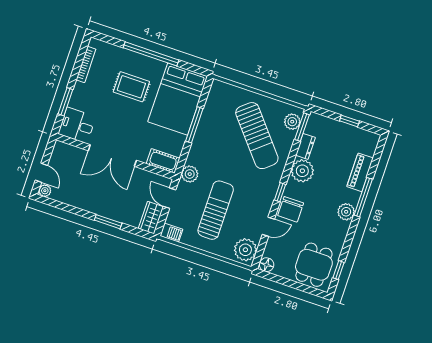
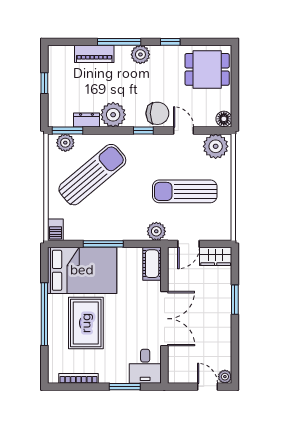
rug: (131, 87) -> (86, 323), width x1.36, depth x1.43
door: (41, 173) -> (207, 387), hinge flipped
barbecue: (171, 233) -> (55, 230), moved, turned 180
window: (339, 270) -> (170, 42), moved

